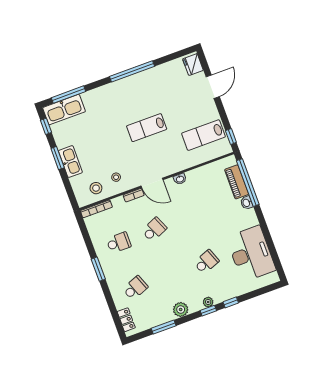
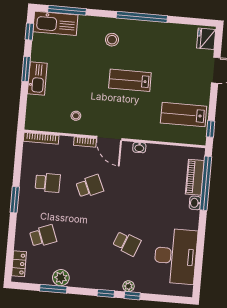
stool: (96, 188) -> (112, 40), moved
school desk: (206, 262) -> (127, 243), turned 42
plant: (208, 302) -> (129, 286), moved
plant: (181, 310) -> (61, 278), moved

